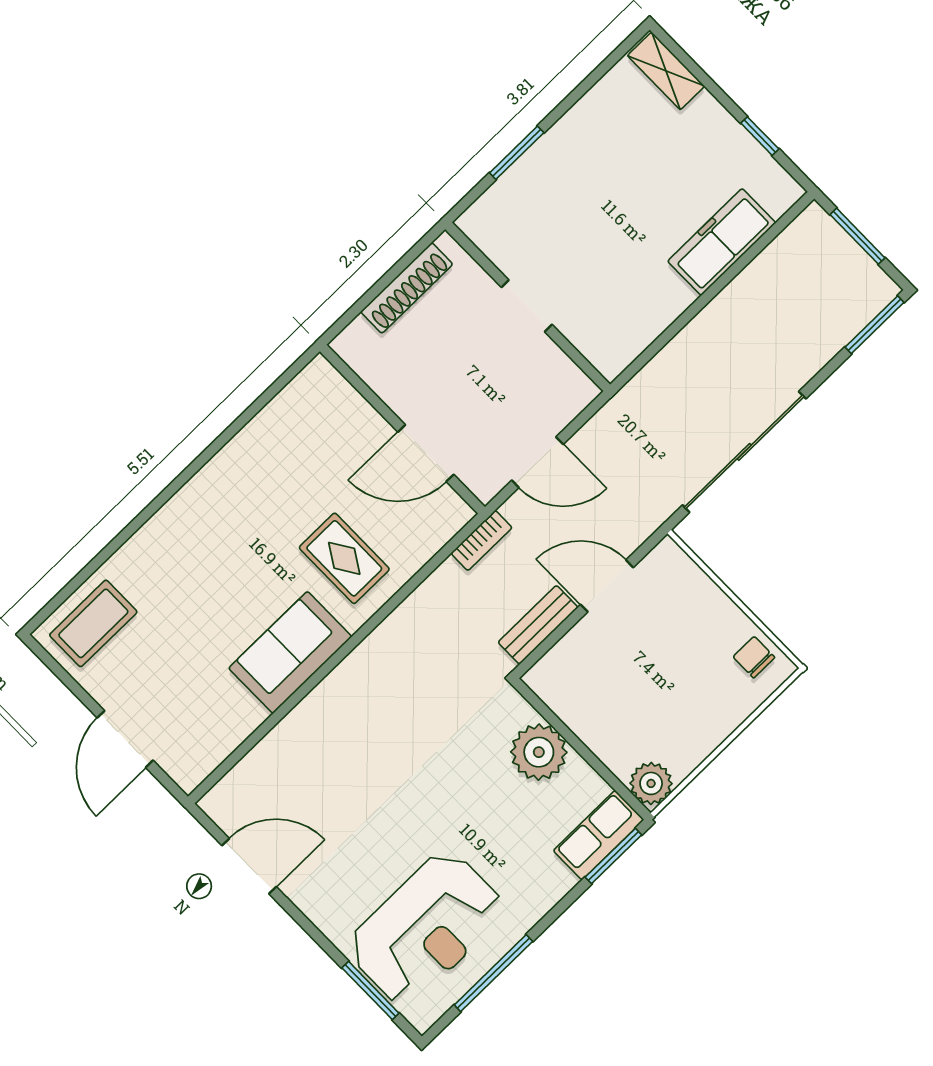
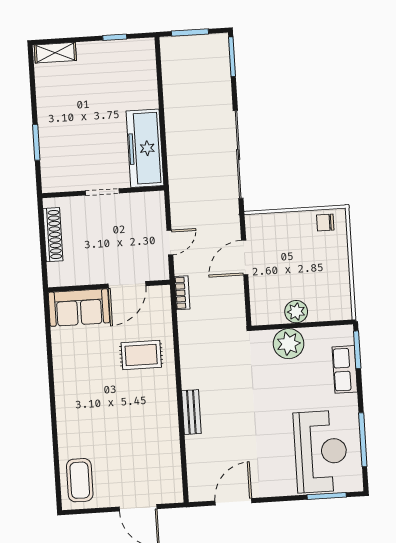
freezer: (722, 242) -> (145, 148), moved, width x1.36, depth x1.26
door: (537, 462) -> (170, 242), width x0.73
bench: (538, 625) -> (191, 412), moved
sofa: (290, 652) -> (79, 308), moved, turned -90
plant: (651, 783) -> (296, 312), moved
row of seats: (599, 835) -> (345, 369), moved

